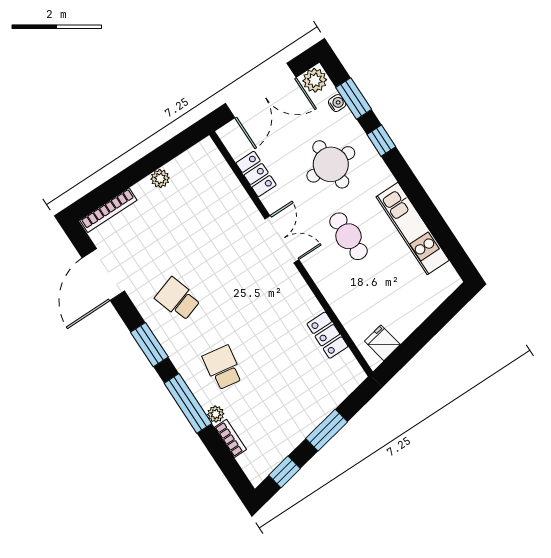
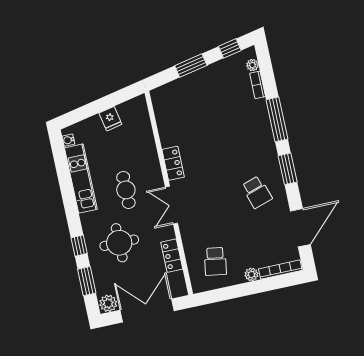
water cooler: (337, 103) -> (68, 140), moved
plant: (160, 178) -> (251, 274), moved
locker: (327, 335) -> (173, 163), moved
fridge: (382, 343) -> (110, 119), moved
school desk: (223, 368) -> (215, 261), moved
plant: (216, 414) -> (252, 65), moved

